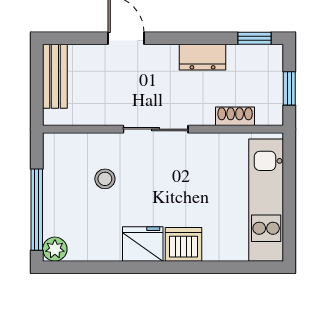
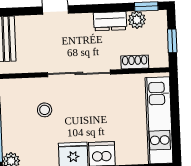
plant: (241, 57) -> (137, 20), added
sliding door: (156, 129) -> (79, 73), width x1.37

